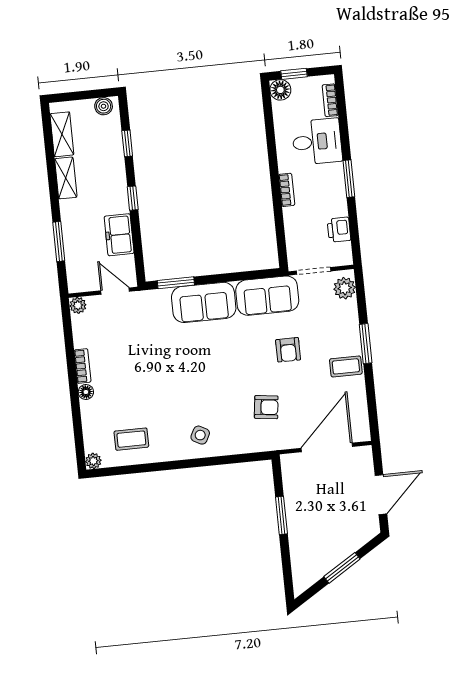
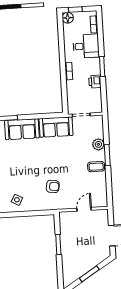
printer: (339, 230) -> (95, 82), moved
plant: (345, 288) -> (98, 144), moved
armchair: (288, 350) -> (66, 156), removed
door: (327, 447) -> (84, 209), width x0.53

